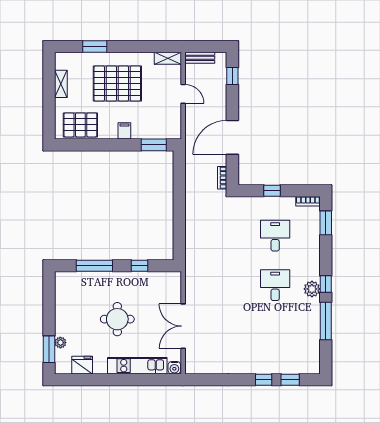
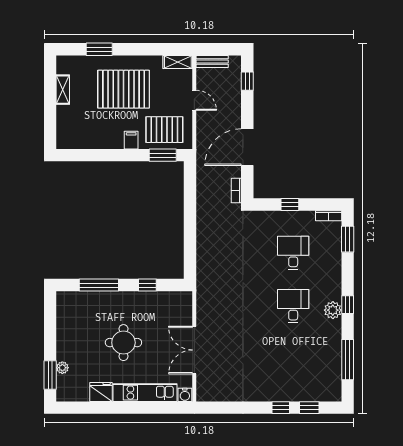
pallet: (80, 125) -> (164, 130), moved
window: (326, 321) -> (348, 360), moved
fridge: (82, 365) -> (101, 392), moved

